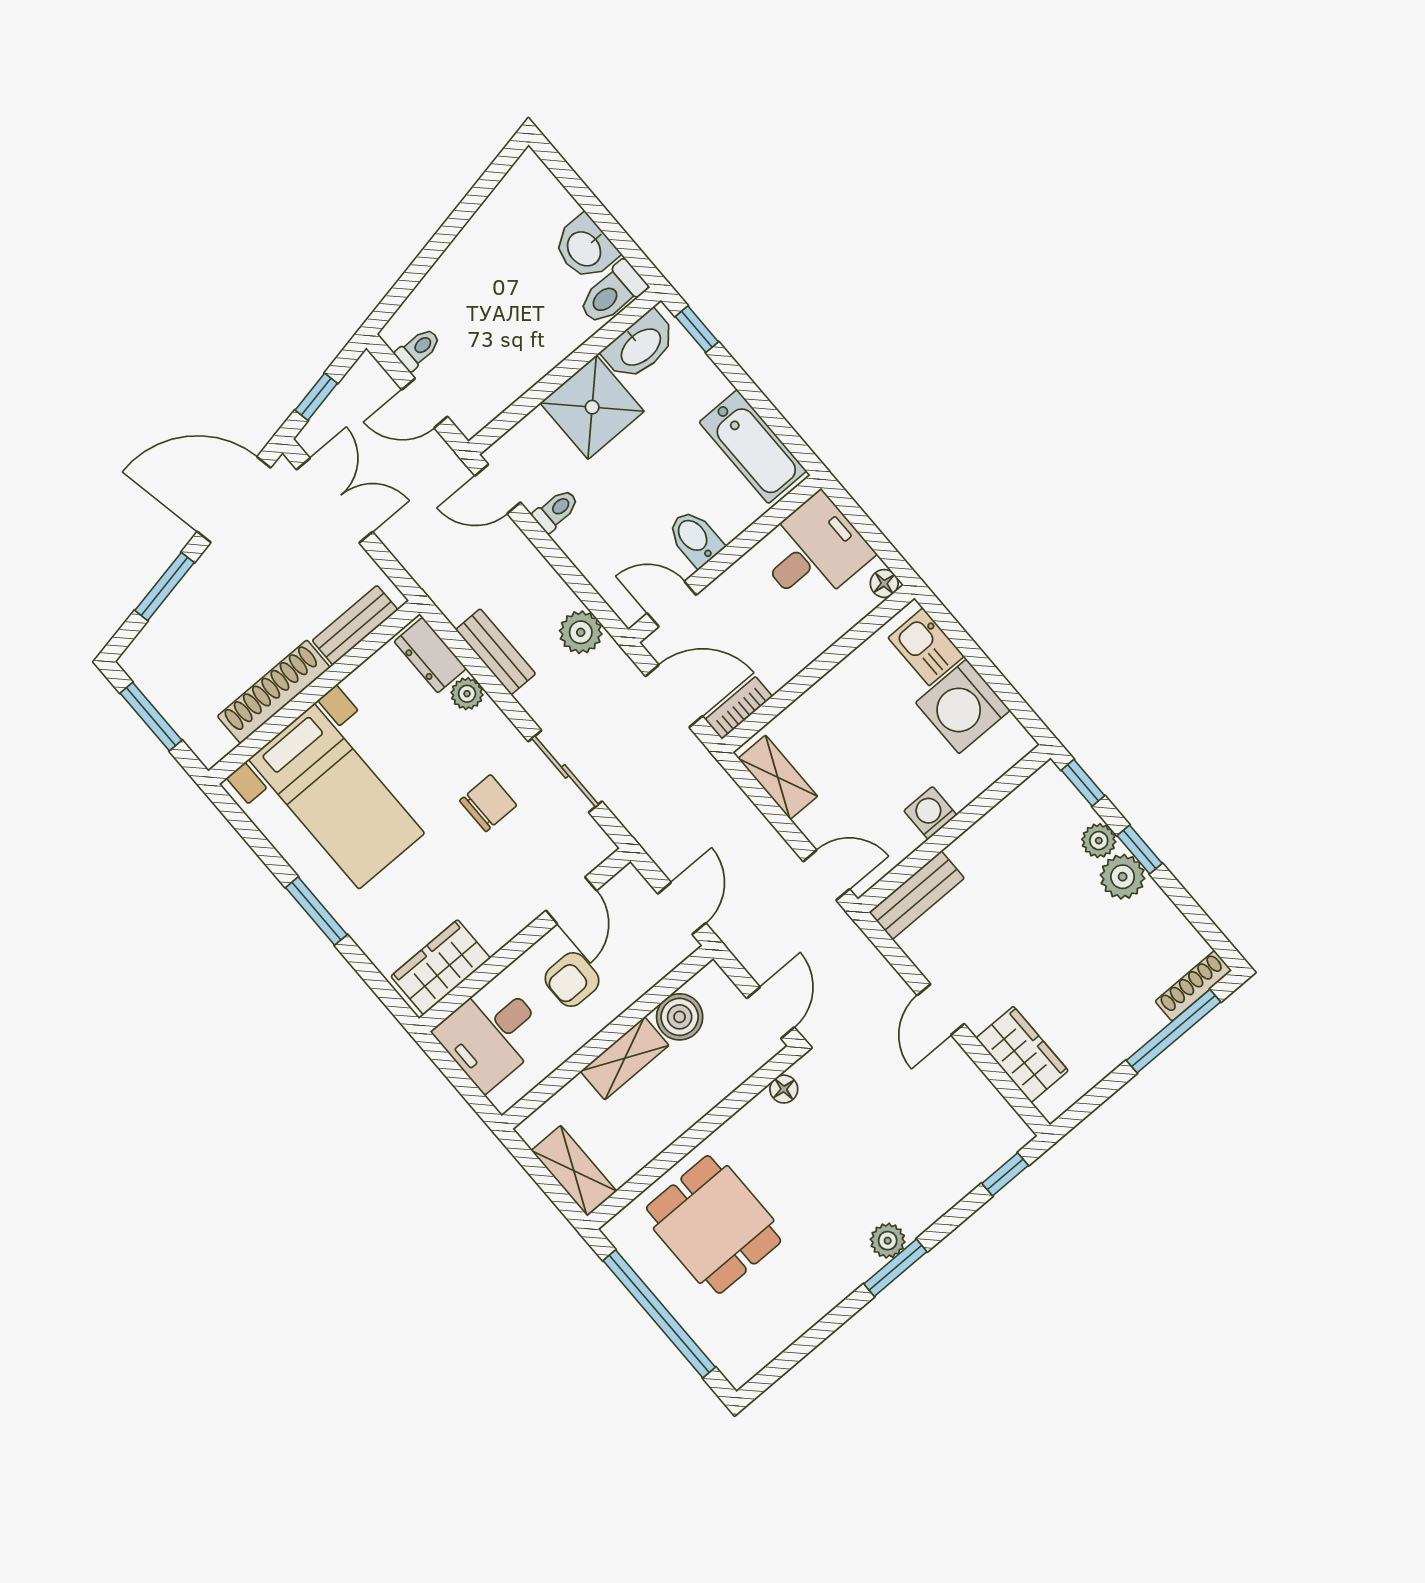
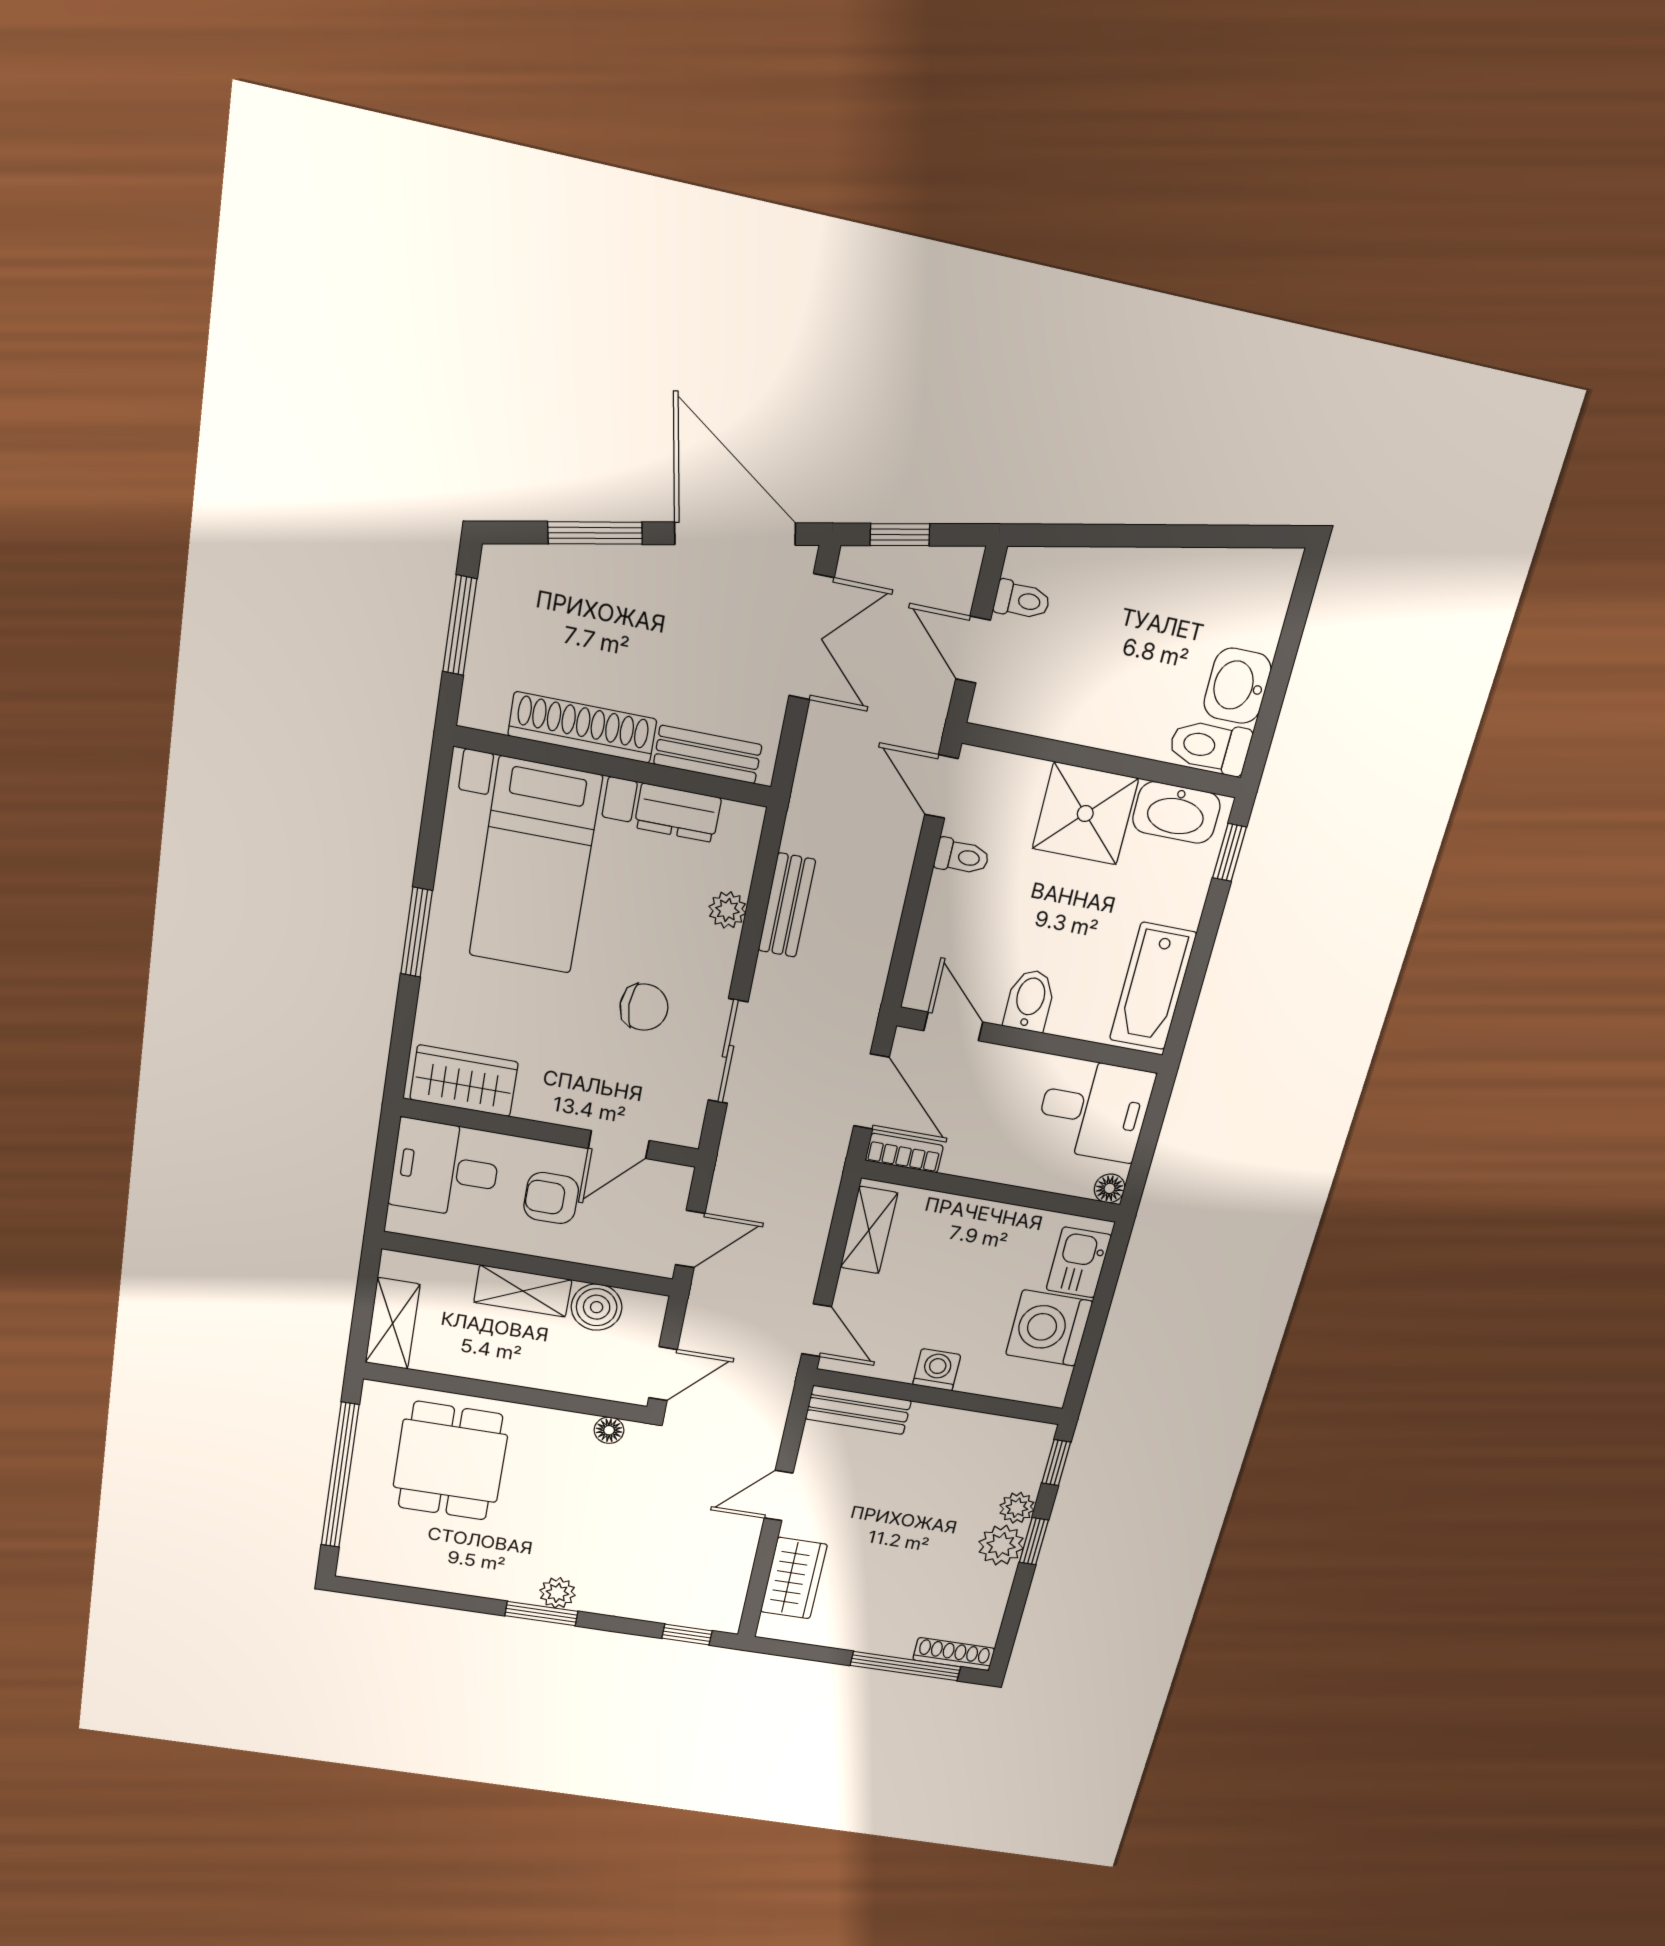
plant: (581, 632) -> (865, 967), removed
dresser: (430, 655) -> (678, 813), moved, turned -90

